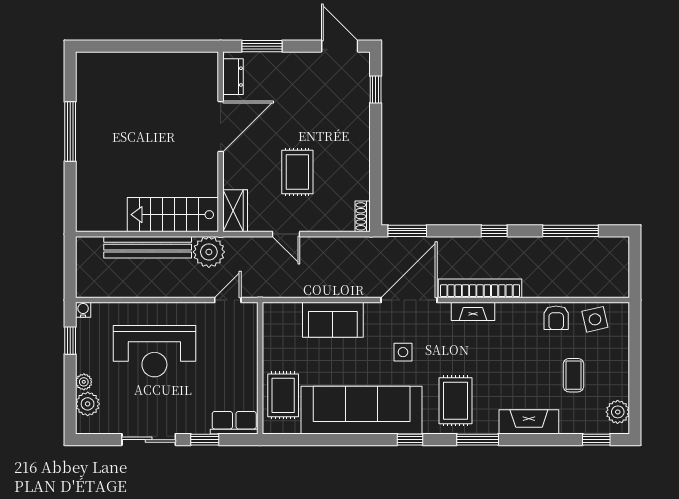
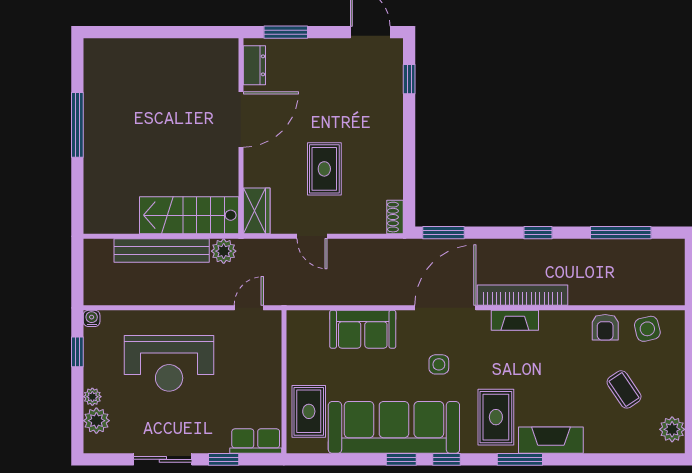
plant: (209, 252) -> (224, 251), width x0.73, depth x0.73
coffee table: (573, 375) -> (624, 389), turned -34
fireplace: (529, 422) -> (551, 440), moved
window: (596, 440) -> (401, 459), moved

